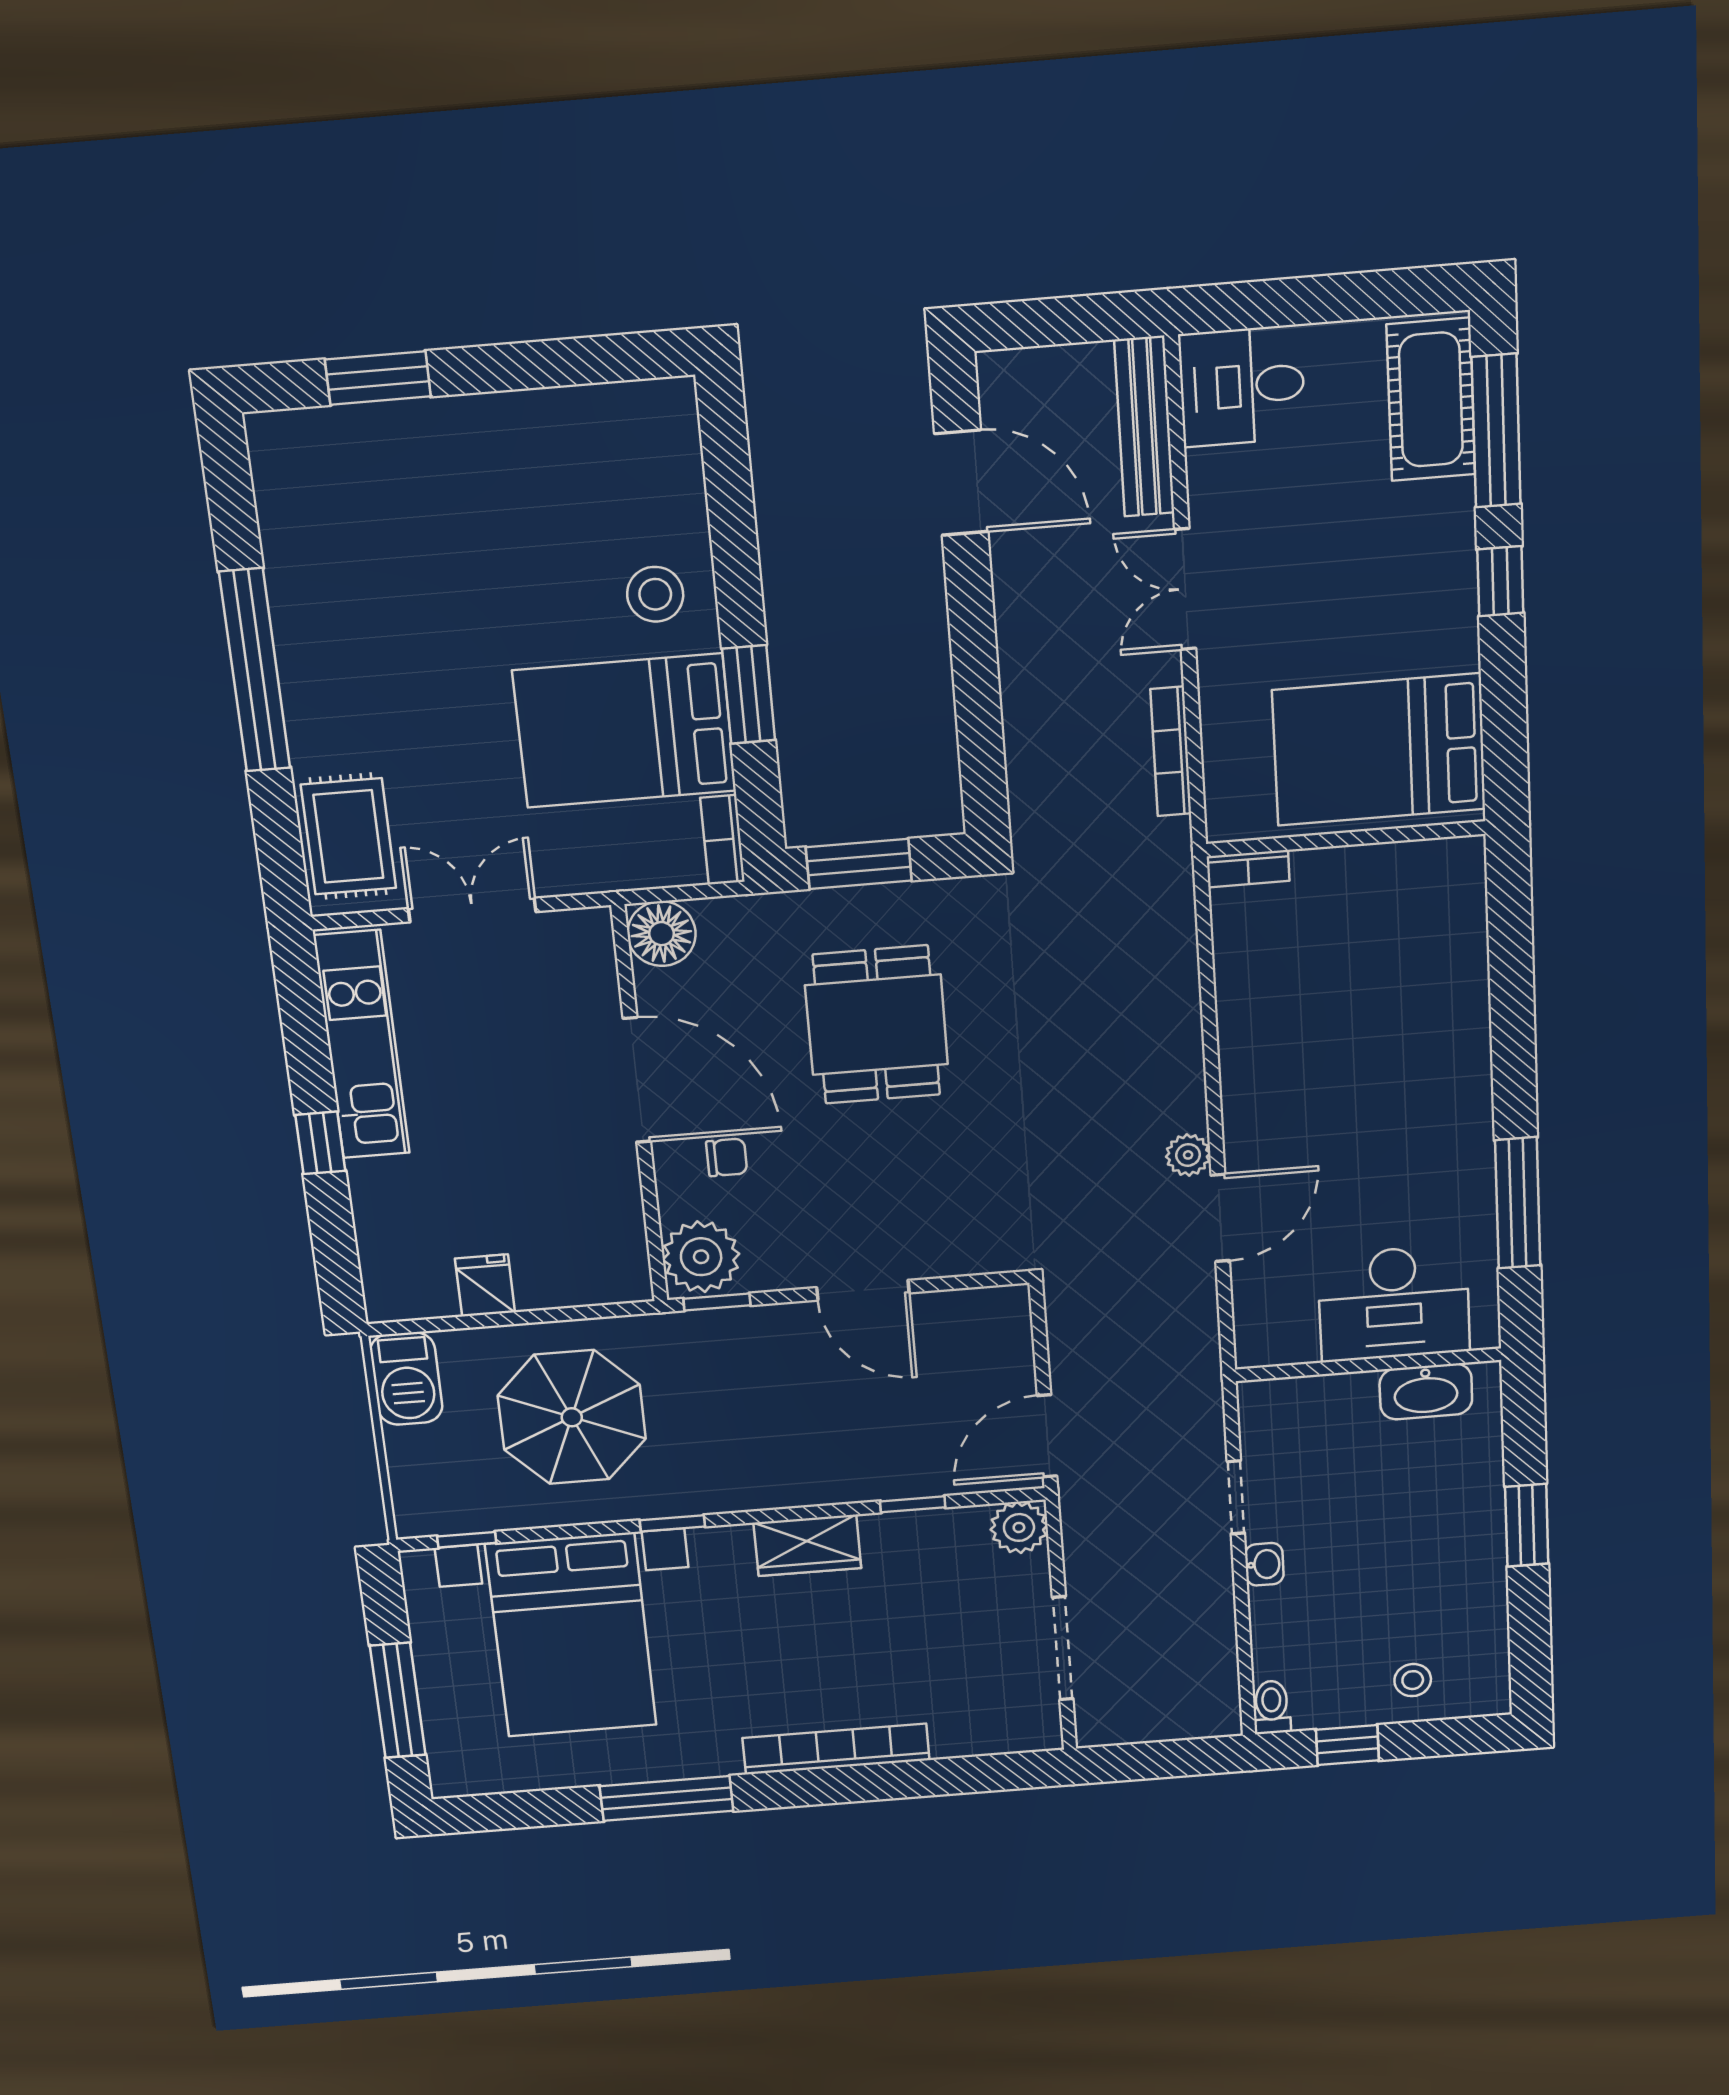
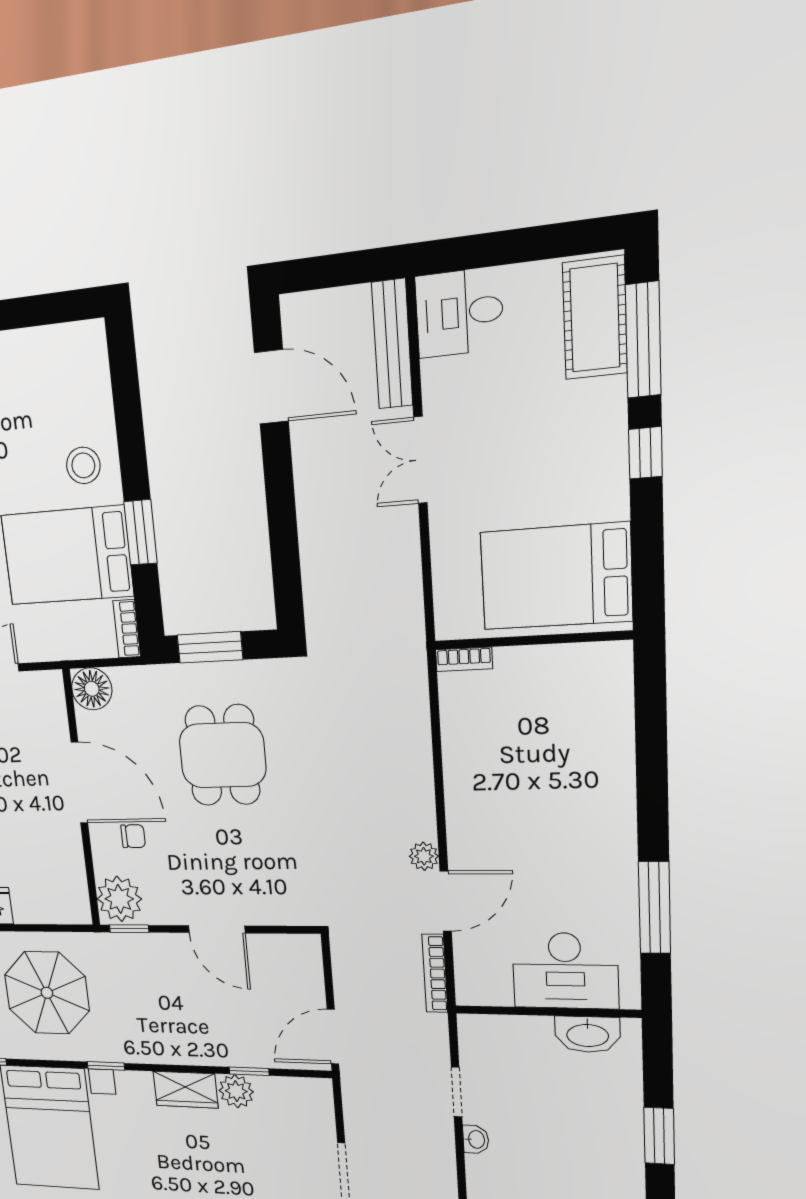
bookcase: (1171, 751) -> (435, 973), moved
plant: (1019, 1527) -> (236, 1091), moved

